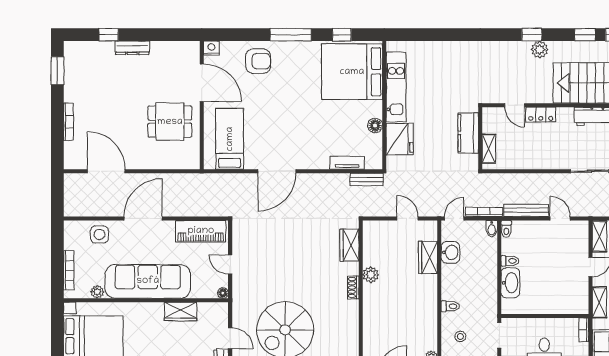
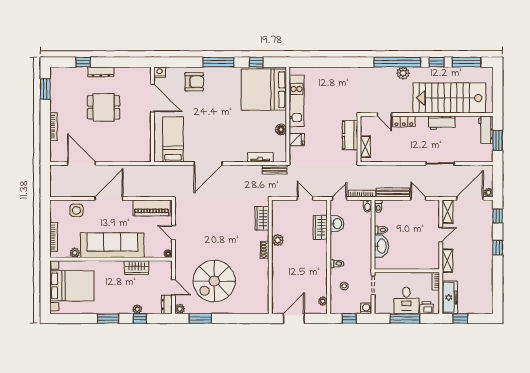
window: (532, 35) -> (397, 62), width x3.17
dining table: (170, 122) -> (104, 107), moved
fridge: (400, 139) -> (297, 140), width x0.53, depth x0.75

